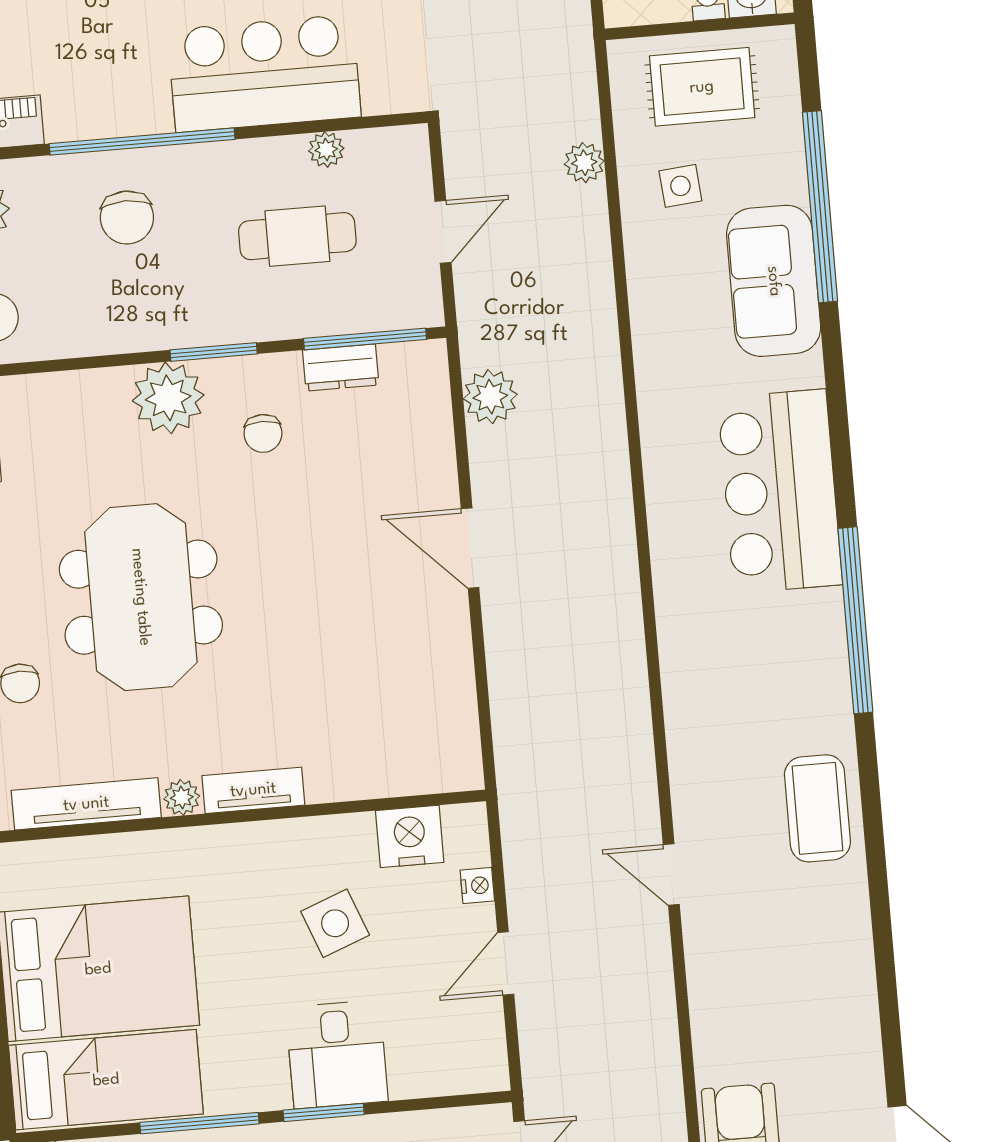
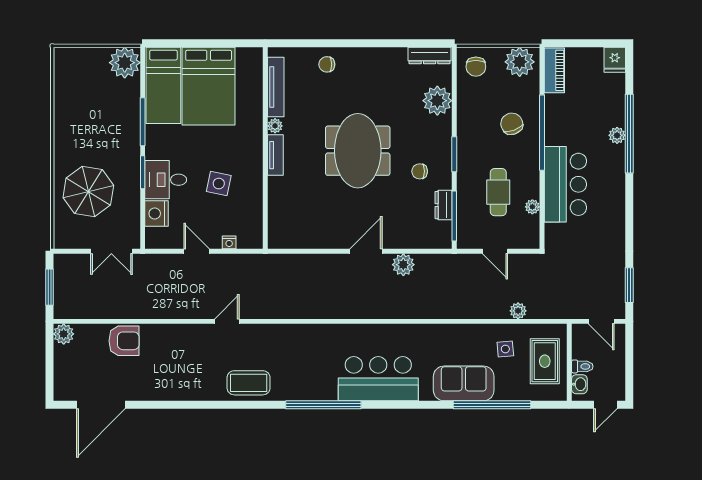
chair: (127, 217) -> (512, 124), turned 70
plant: (490, 397) -> (403, 265), moved
plant: (168, 398) -> (437, 101), moved
meeting table: (141, 597) -> (358, 151), moved, turned 90
nightstand: (410, 836) -> (157, 214), moved, turned 180
side table: (335, 923) -> (219, 184), turned 33

